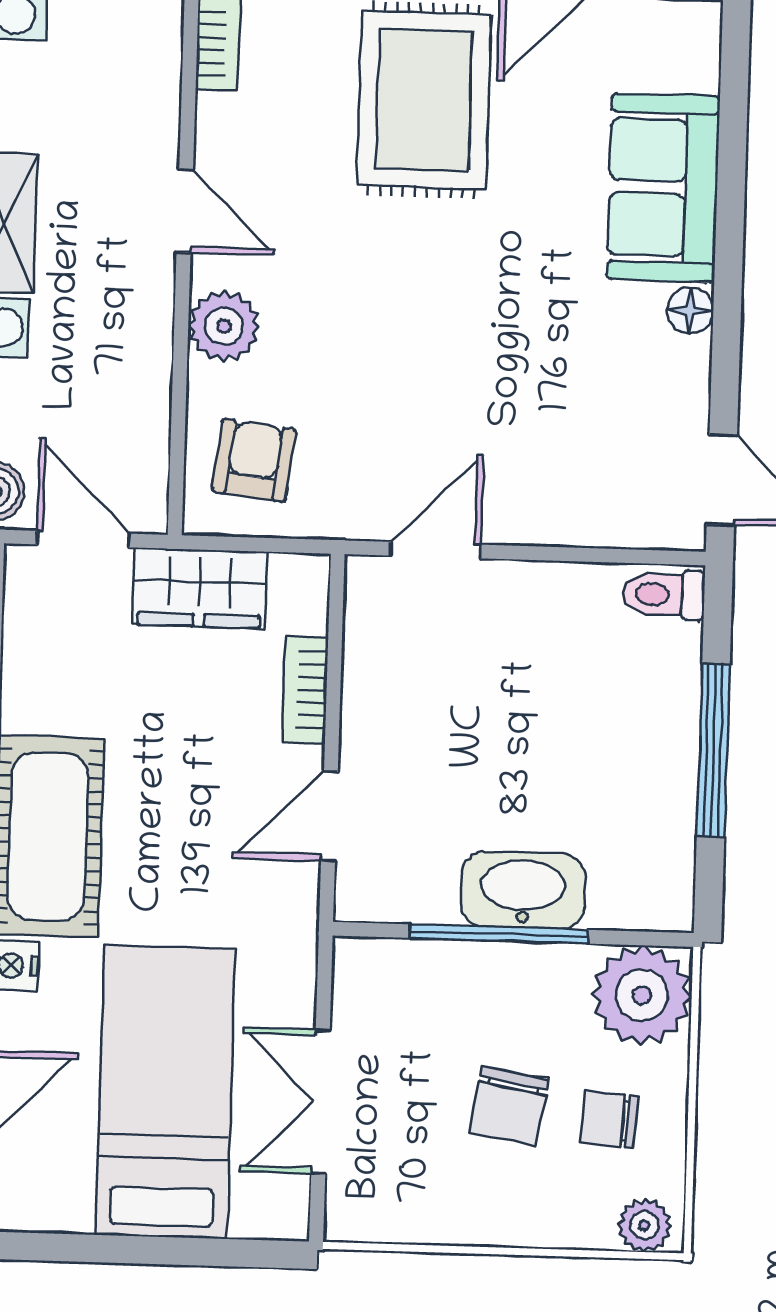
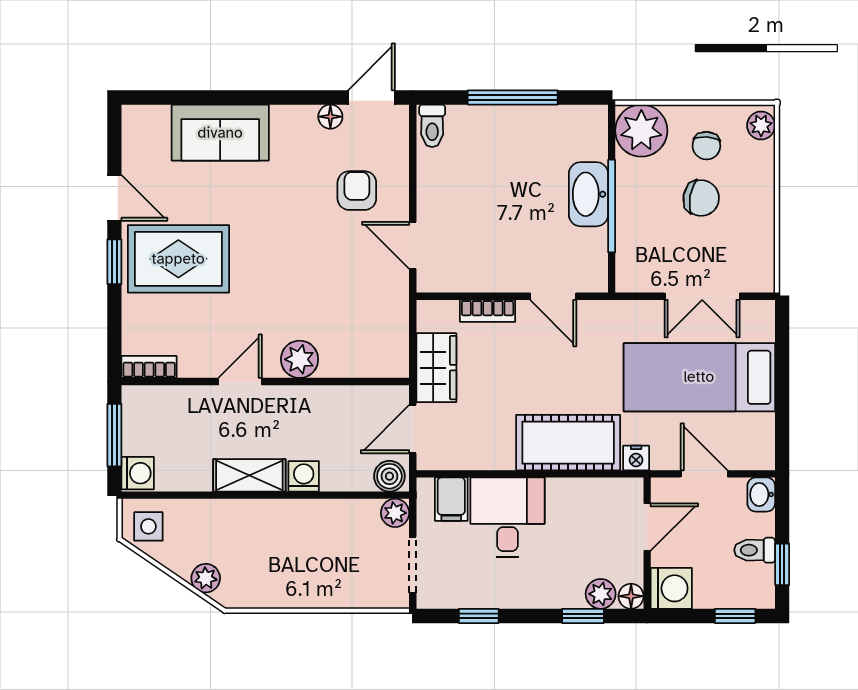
floor lamp: (690, 311) -> (330, 117), moved
armchair: (254, 460) -> (357, 191), moved, turned 83

